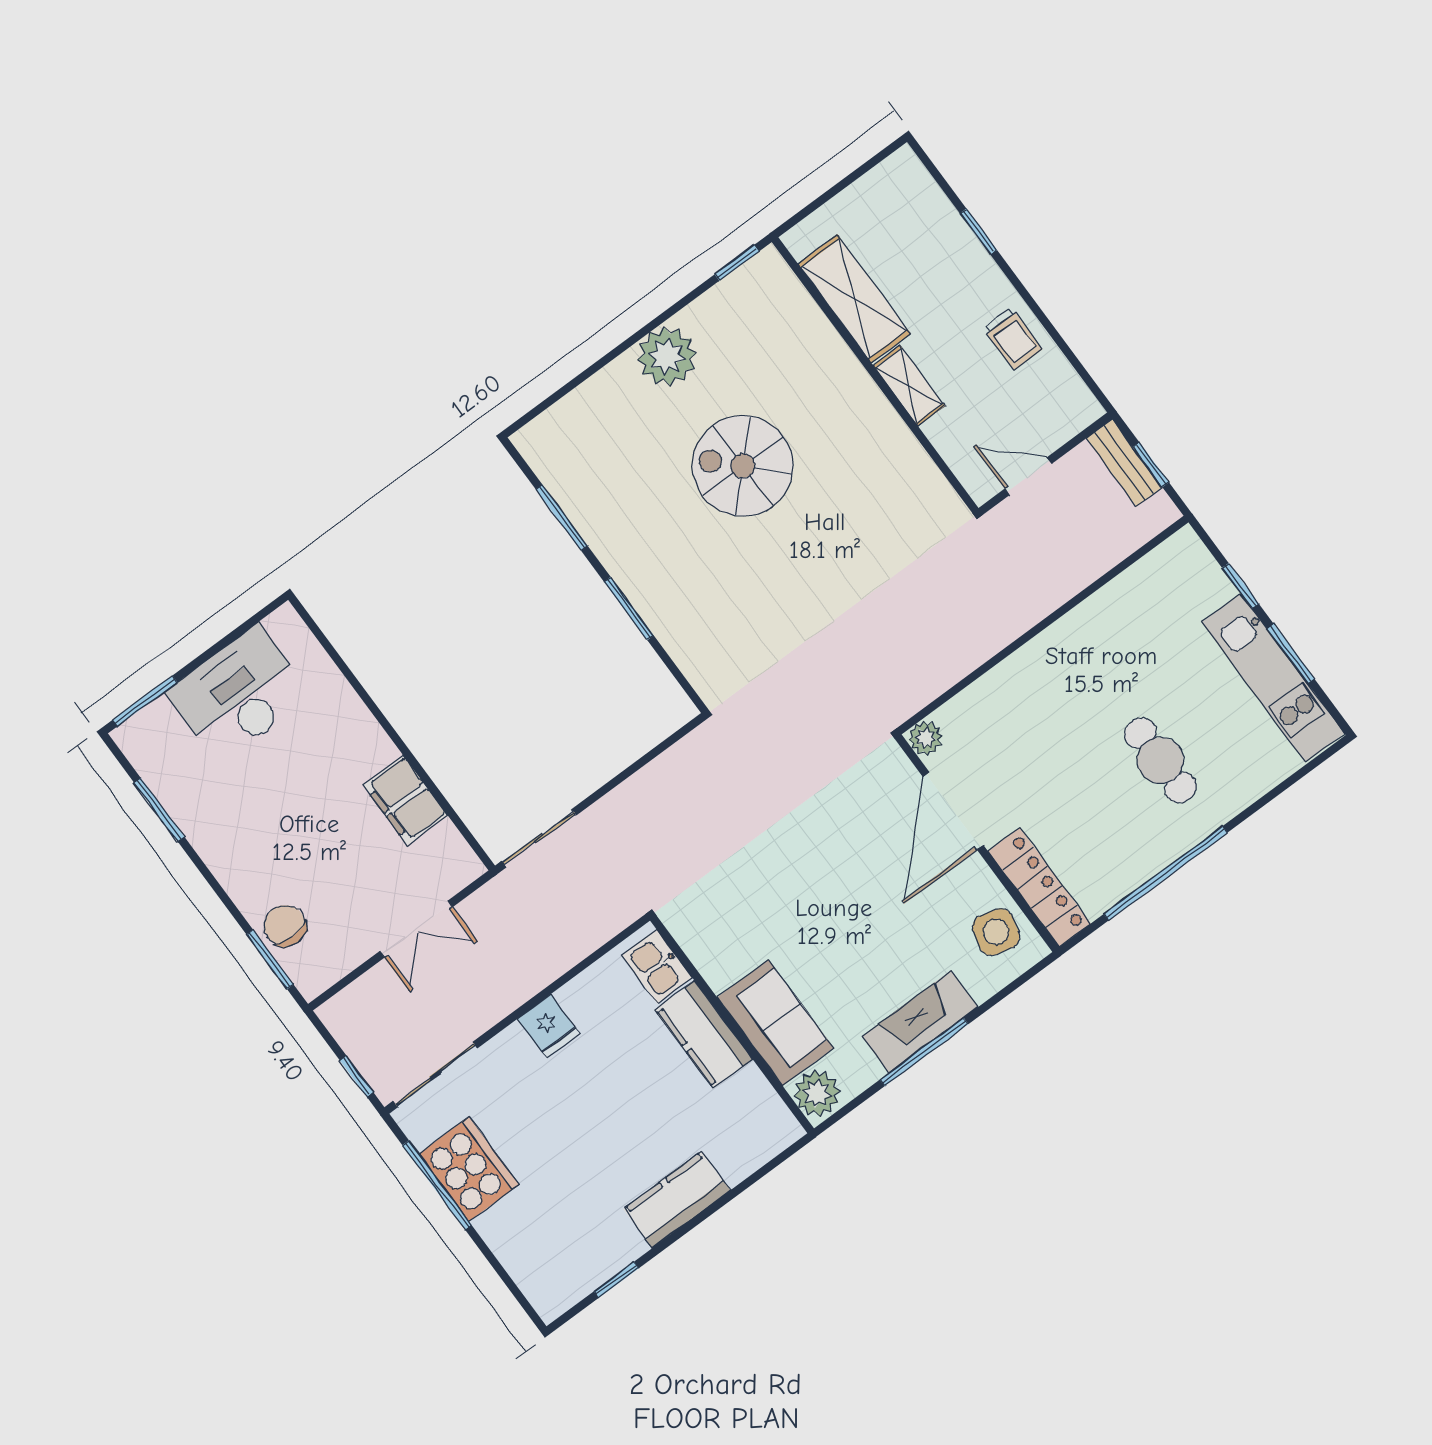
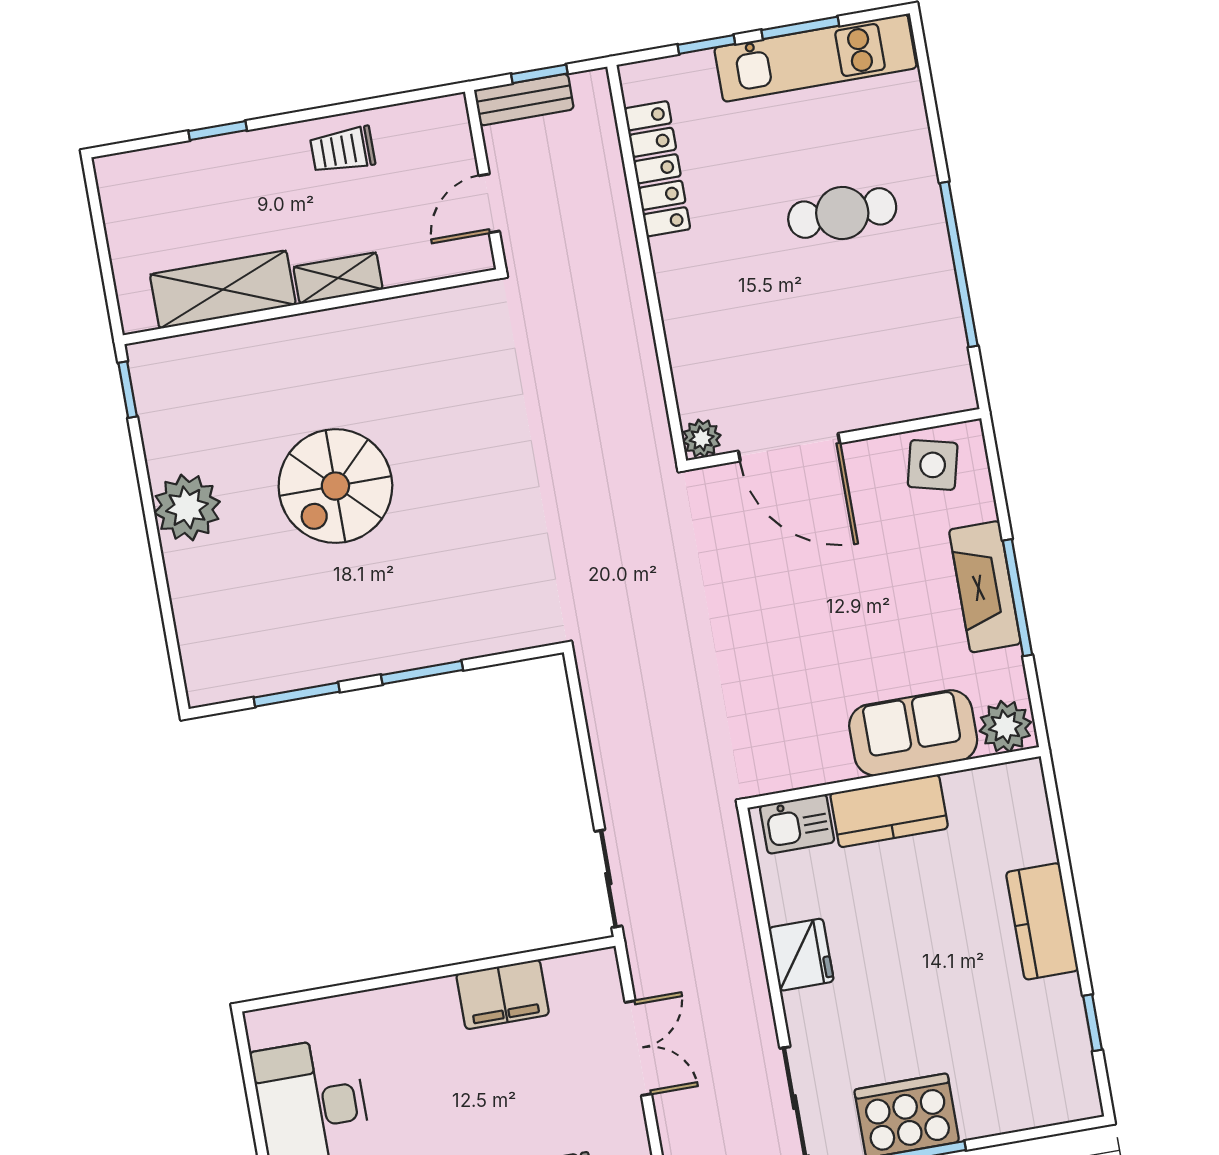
trolley: (1013, 339) -> (343, 150), turned 180
locker: (1039, 887) -> (657, 169), moved, turned 90
fridge: (549, 1026) -> (801, 955), width x1.38

